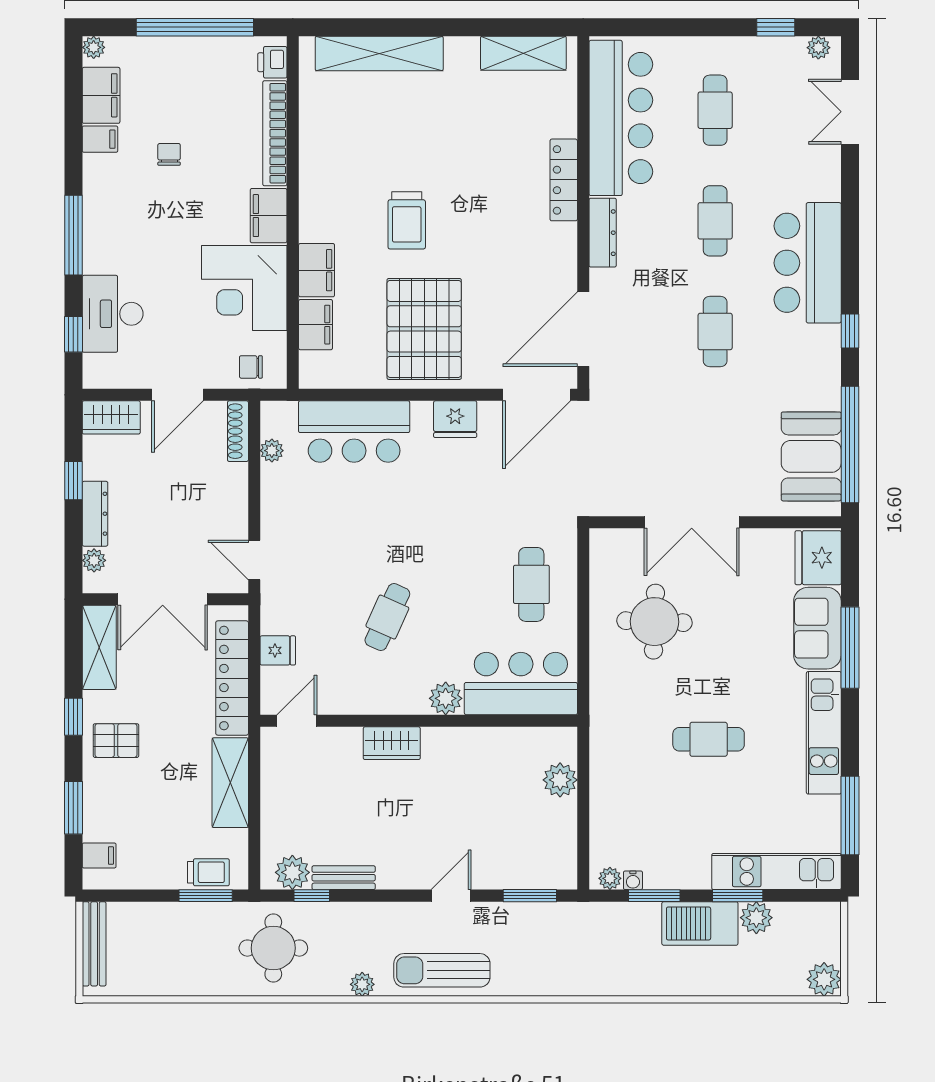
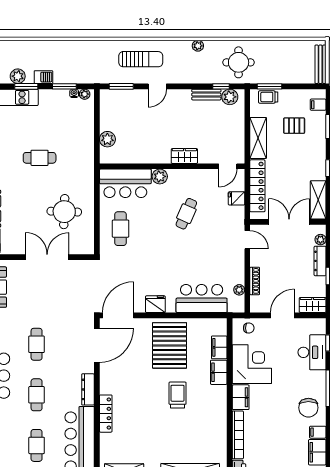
chair: (169, 154) -> (308, 408), moved, width x1.87, depth x1.87
shoe rack: (238, 431) -> (255, 281), moved
pallet: (116, 741) -> (294, 126), moved
barbecue: (700, 923) -> (43, 77), width x0.53, depth x0.65
sun lounger: (442, 970) -> (141, 59), moved

